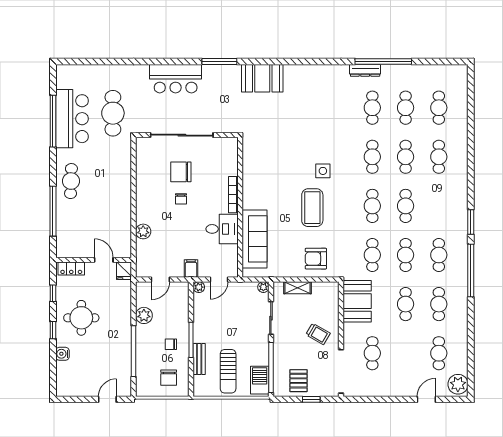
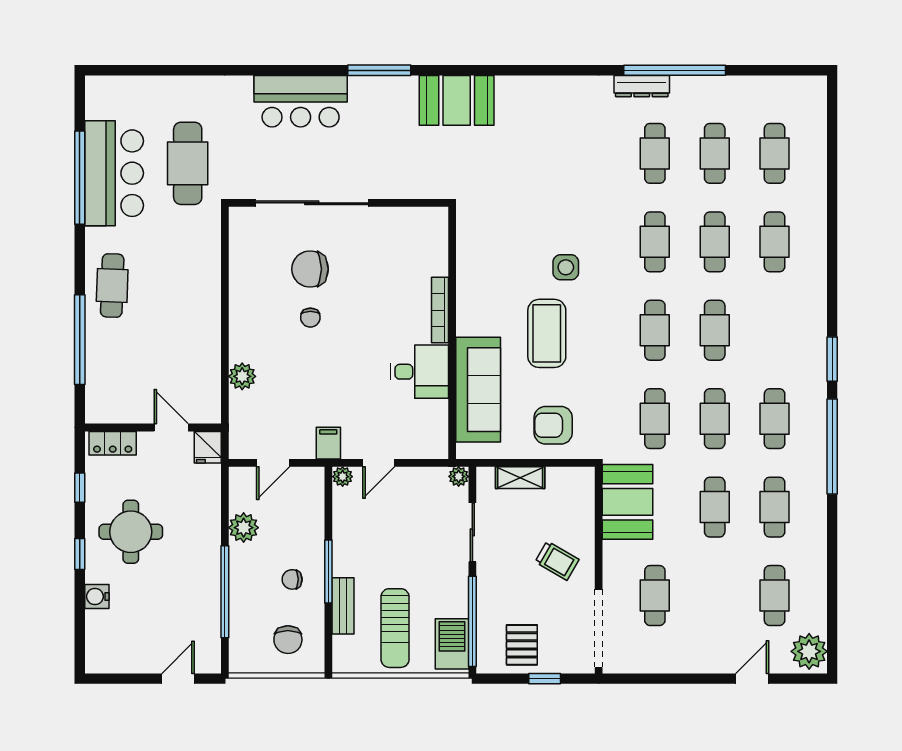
bookcase: (233, 195) -> (440, 310), moved
wall: (240, 207) -> (452, 333), moved
desk: (222, 229) -> (419, 372), moved
sofa: (255, 239) -> (478, 390), moved

